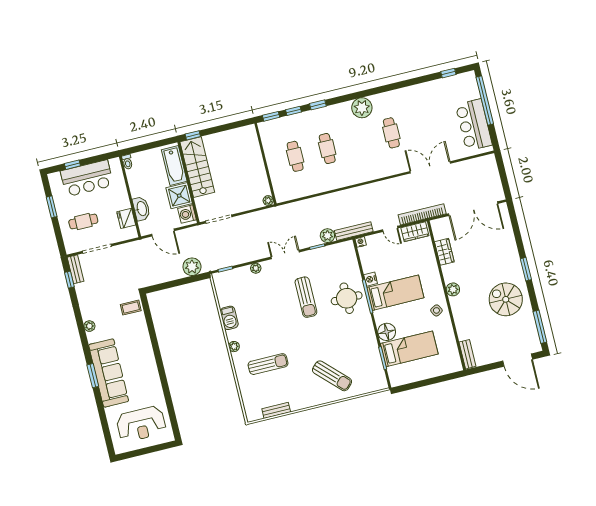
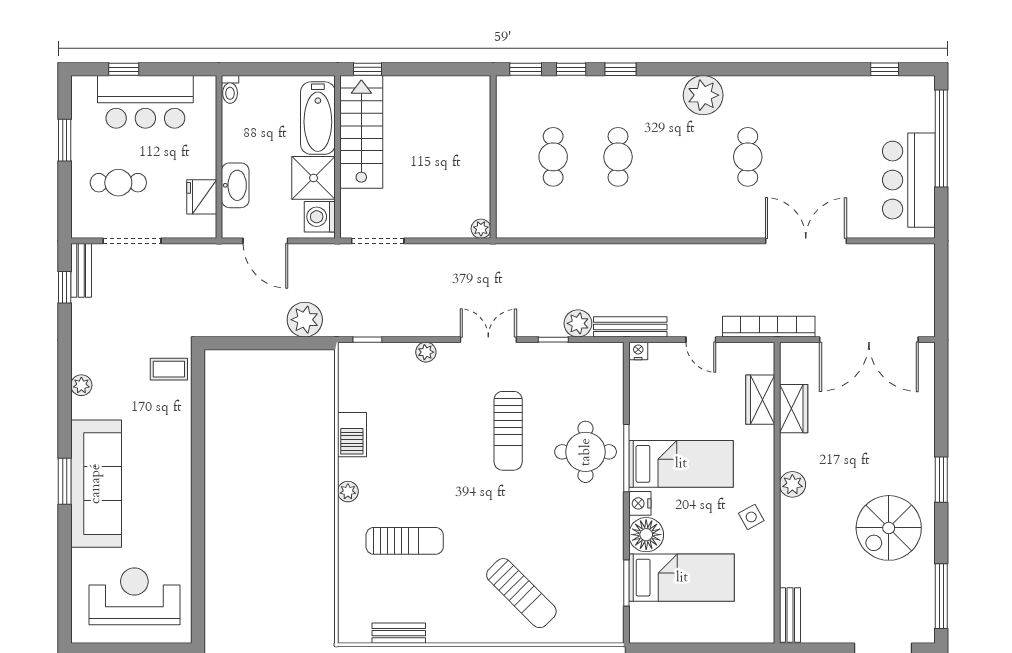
wardrobe: (415, 232) -> (760, 400), moved, turned 90
nightstand: (371, 279) -> (640, 503), moved
spiral stairs: (506, 299) -> (889, 528), turned -90
reception desk: (141, 424) -> (134, 596), turned 180

